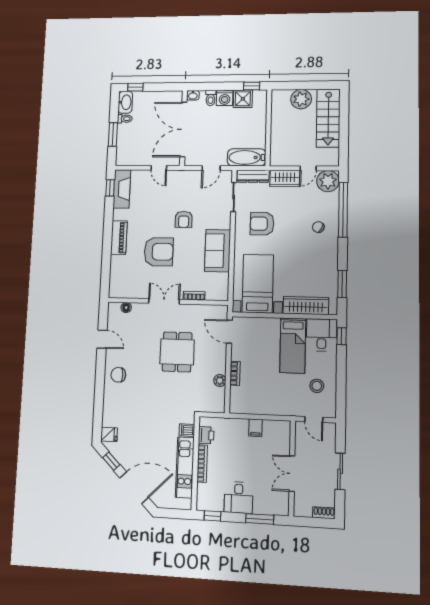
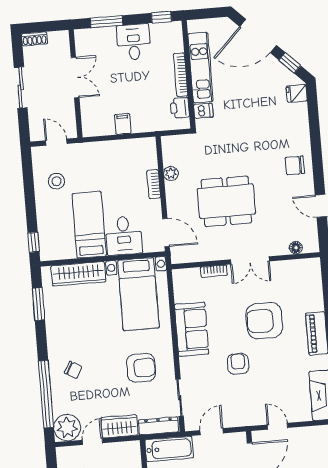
desk: (322, 335) -> (124, 236), moved
dining table: (177, 352) -> (226, 201), width x1.38
chair: (118, 375) -> (295, 165), turned 180

